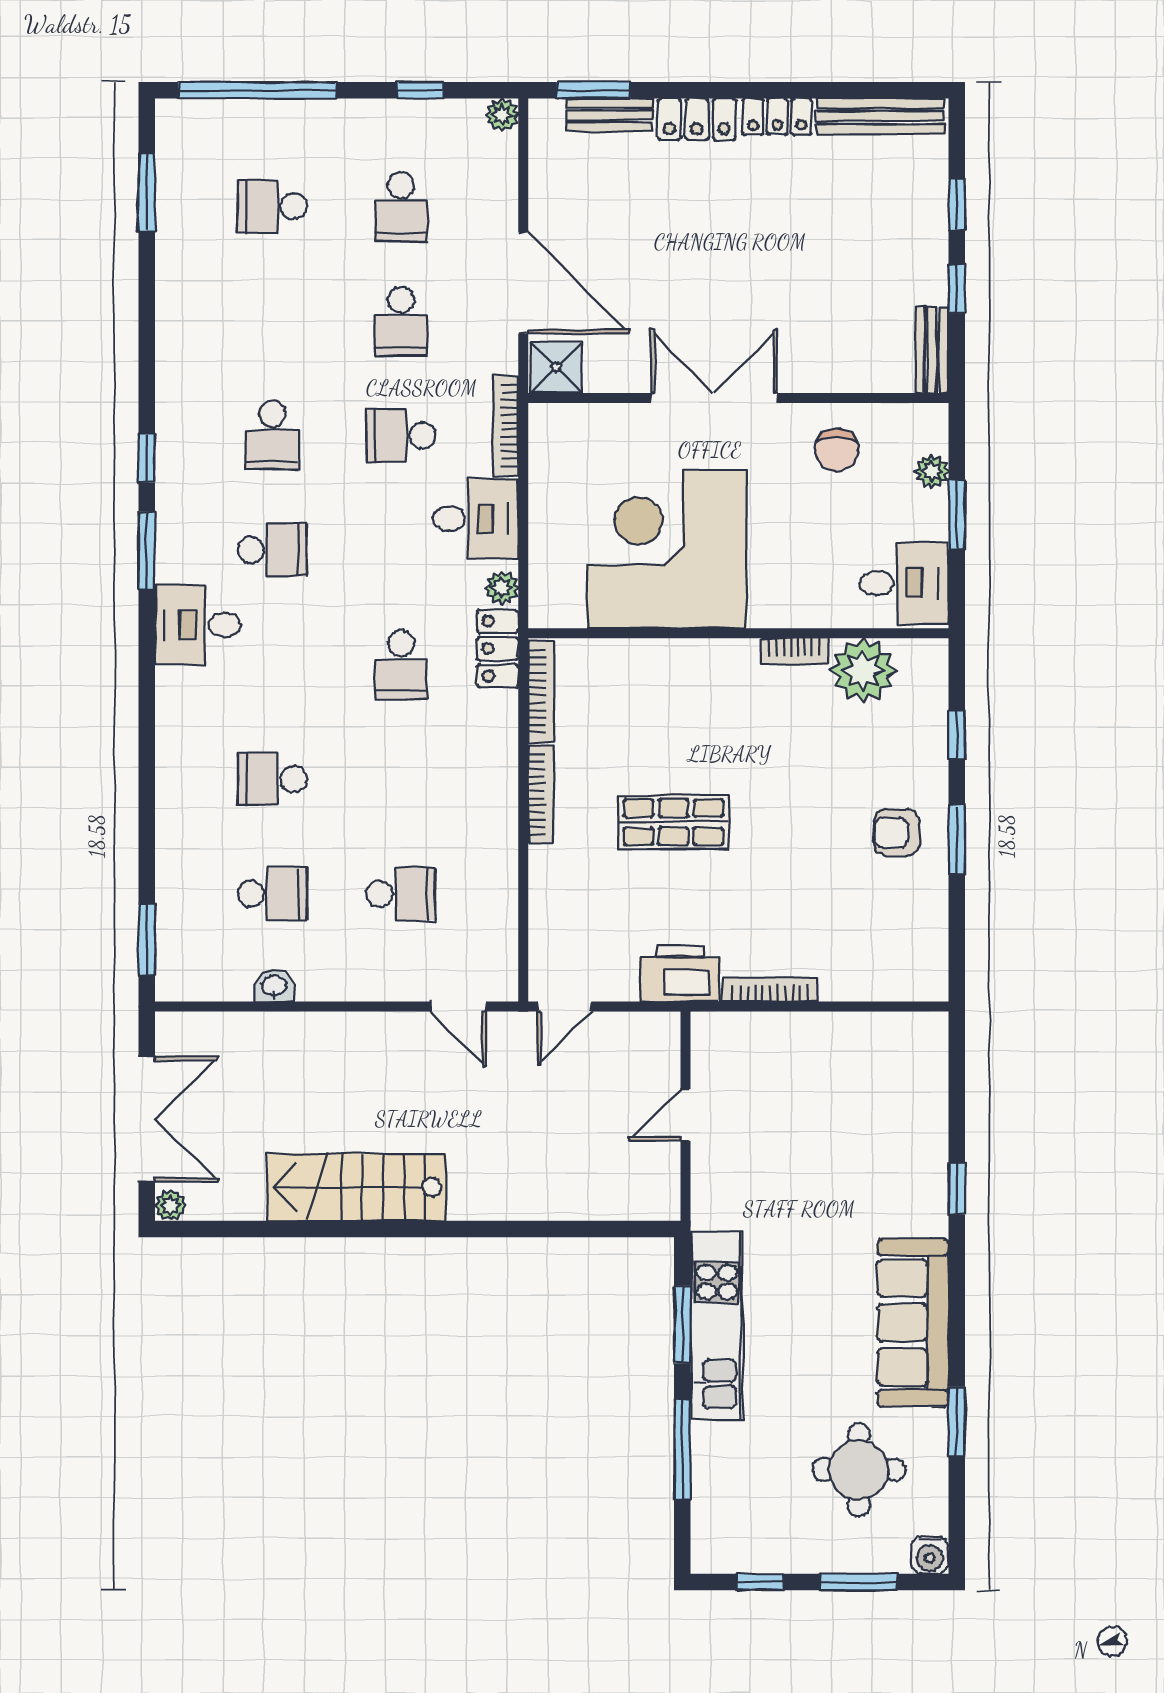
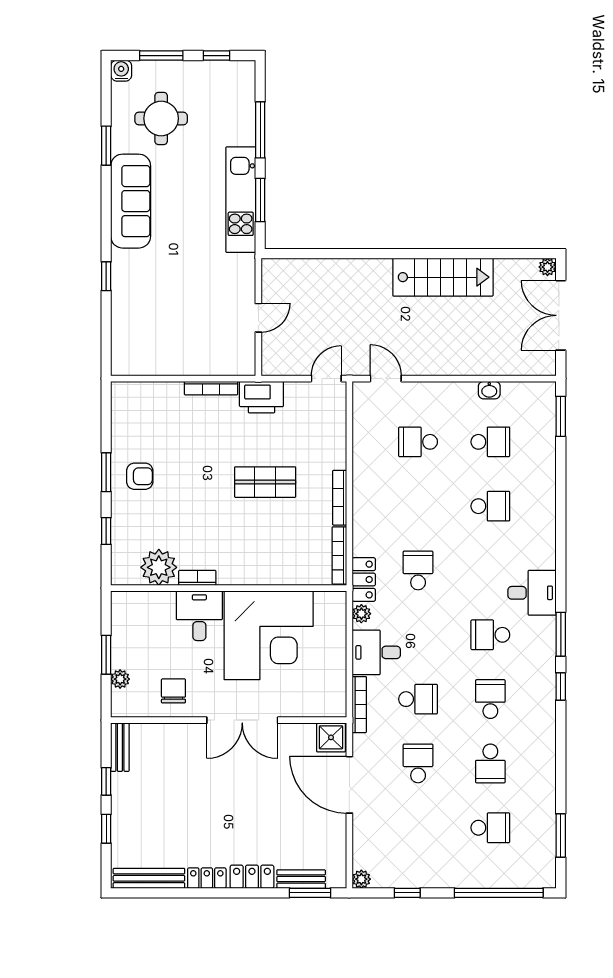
school desk: (401, 206) -> (490, 763), moved, turned 180
desk: (904, 583) -> (199, 616), moved, turned 90
school desk: (272, 894) -> (490, 442), turned 180

